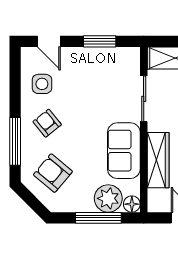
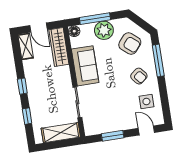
wardrobe: (158, 160) -> (59, 47), moved
plant: (108, 198) -> (104, 30), moved

